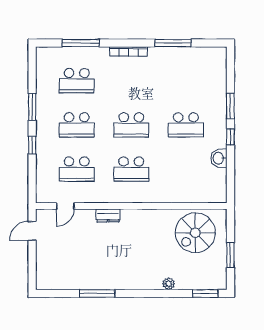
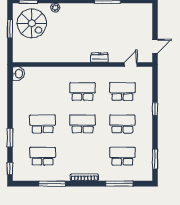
school desk: (186, 81) -> (43, 156), added
window: (32, 107) -> (155, 159), moved
window: (230, 137) -> (10, 168), moved
washbasin: (219, 158) -> (18, 74), moved
spiral stairs: (195, 233) -> (32, 23), moved, turned 90

